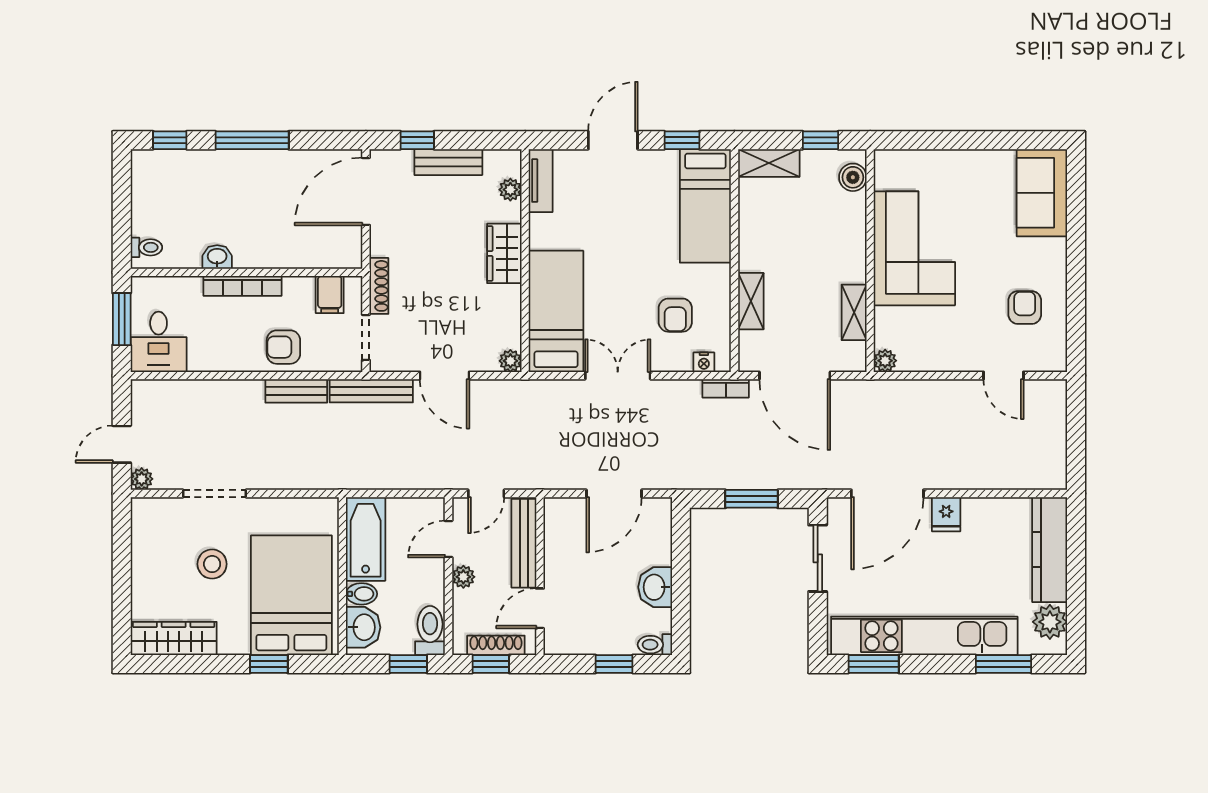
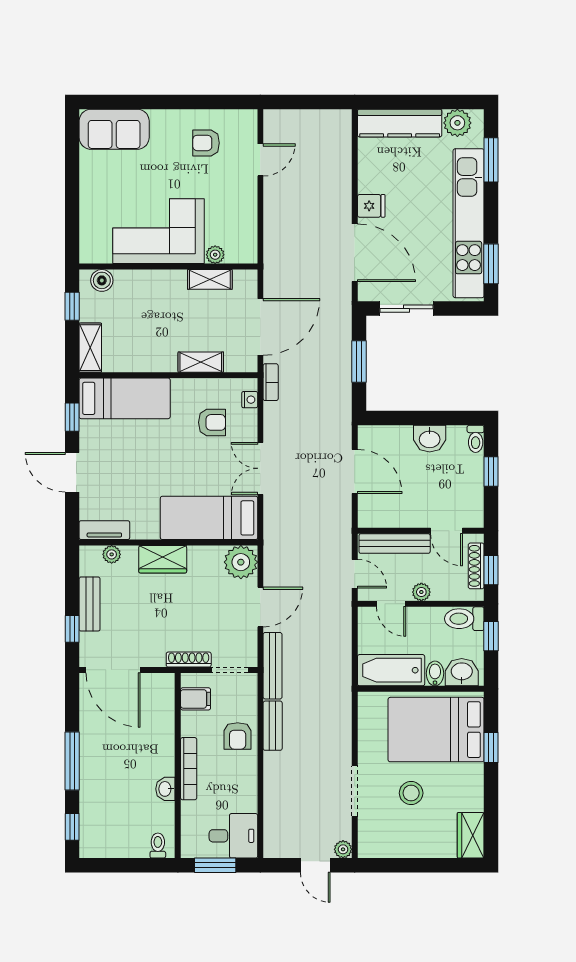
plant: (510, 361) -> (241, 562), width x1.87, depth x1.87
plant: (885, 361) -> (215, 255), moved
wardrobe: (174, 638) -> (471, 835), width x0.67

